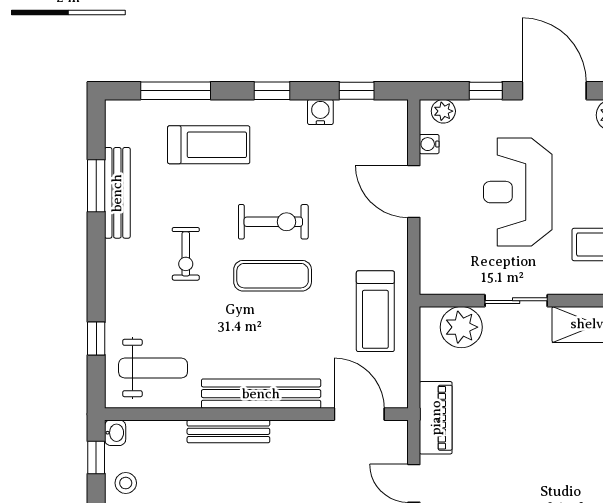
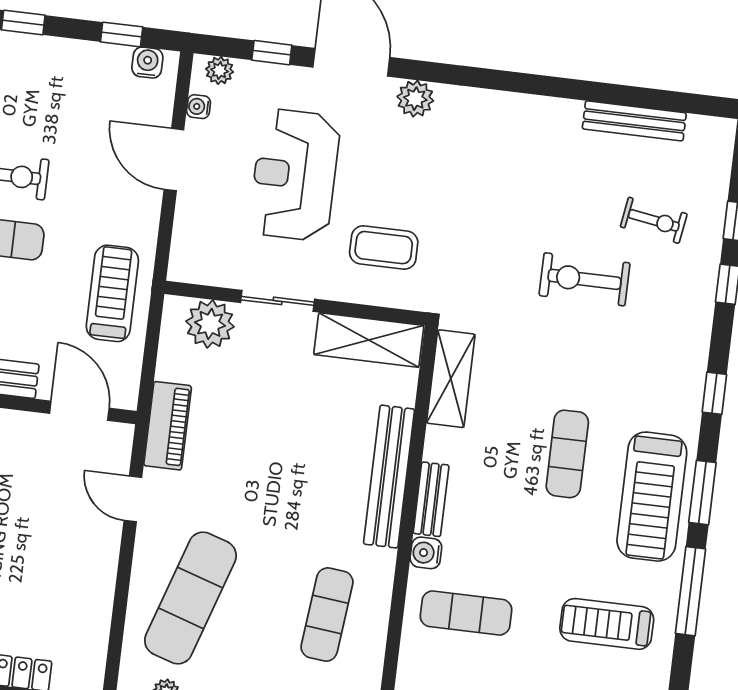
water cooler: (320, 112) -> (147, 63), moved
treadmill: (375, 311) -> (112, 293), turned 180

